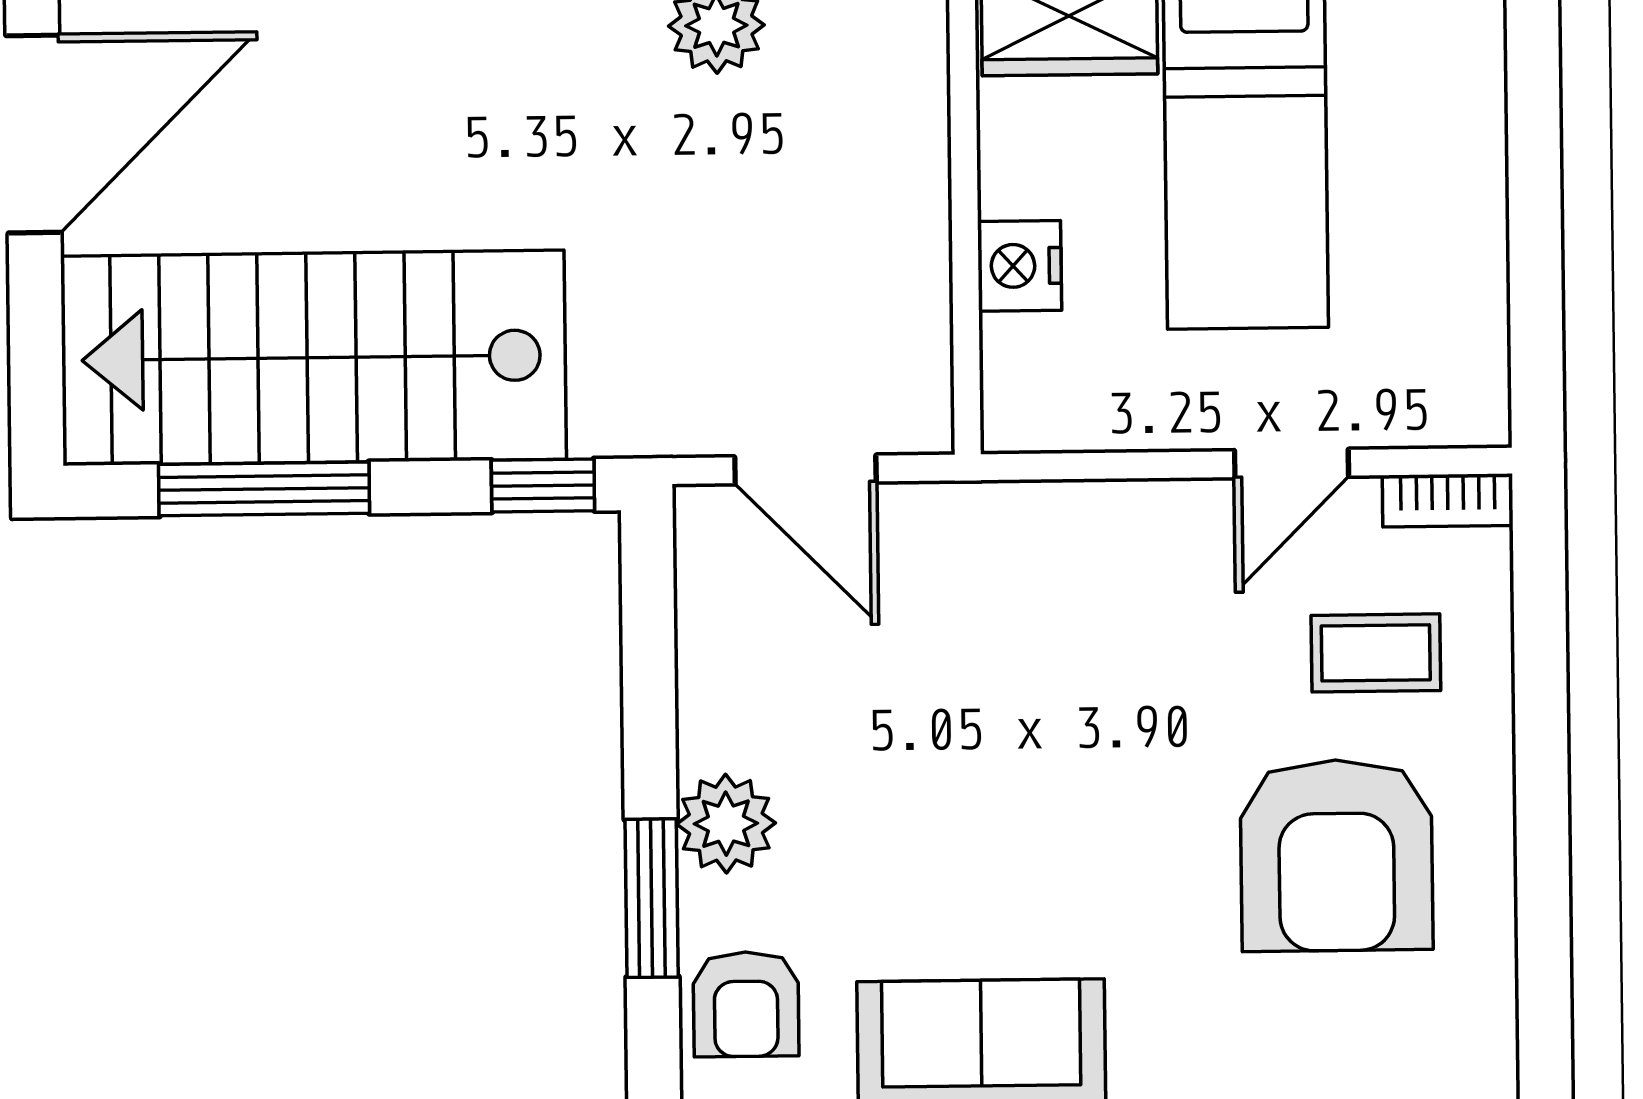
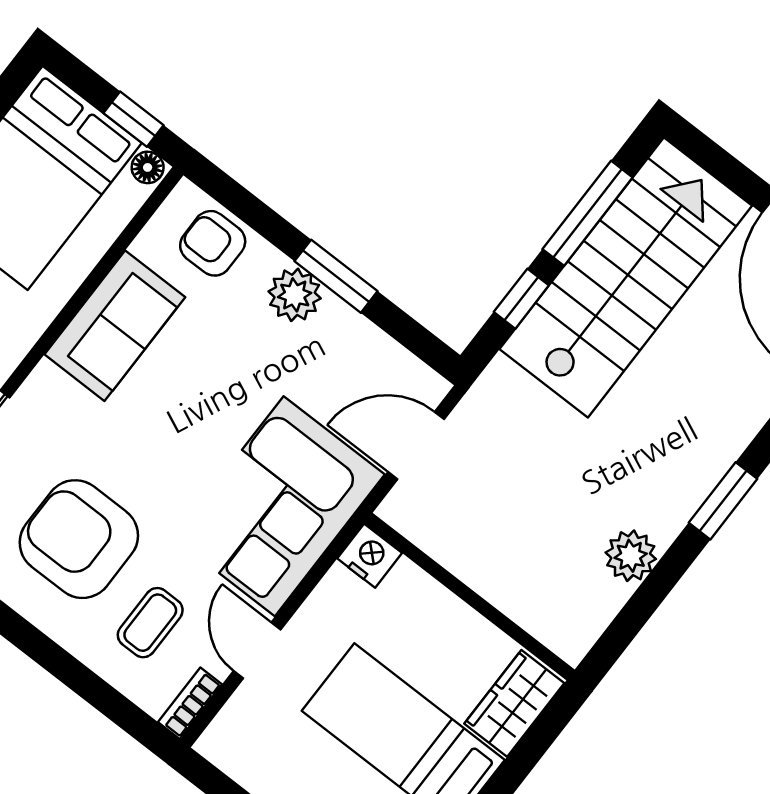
nightstand: (1020, 266) -> (370, 556), moved
window: (543, 485) -> (521, 299), moved
corner sofa: (1054, 599) -> (279, 506), added
window: (652, 898) -> (336, 276), moved

